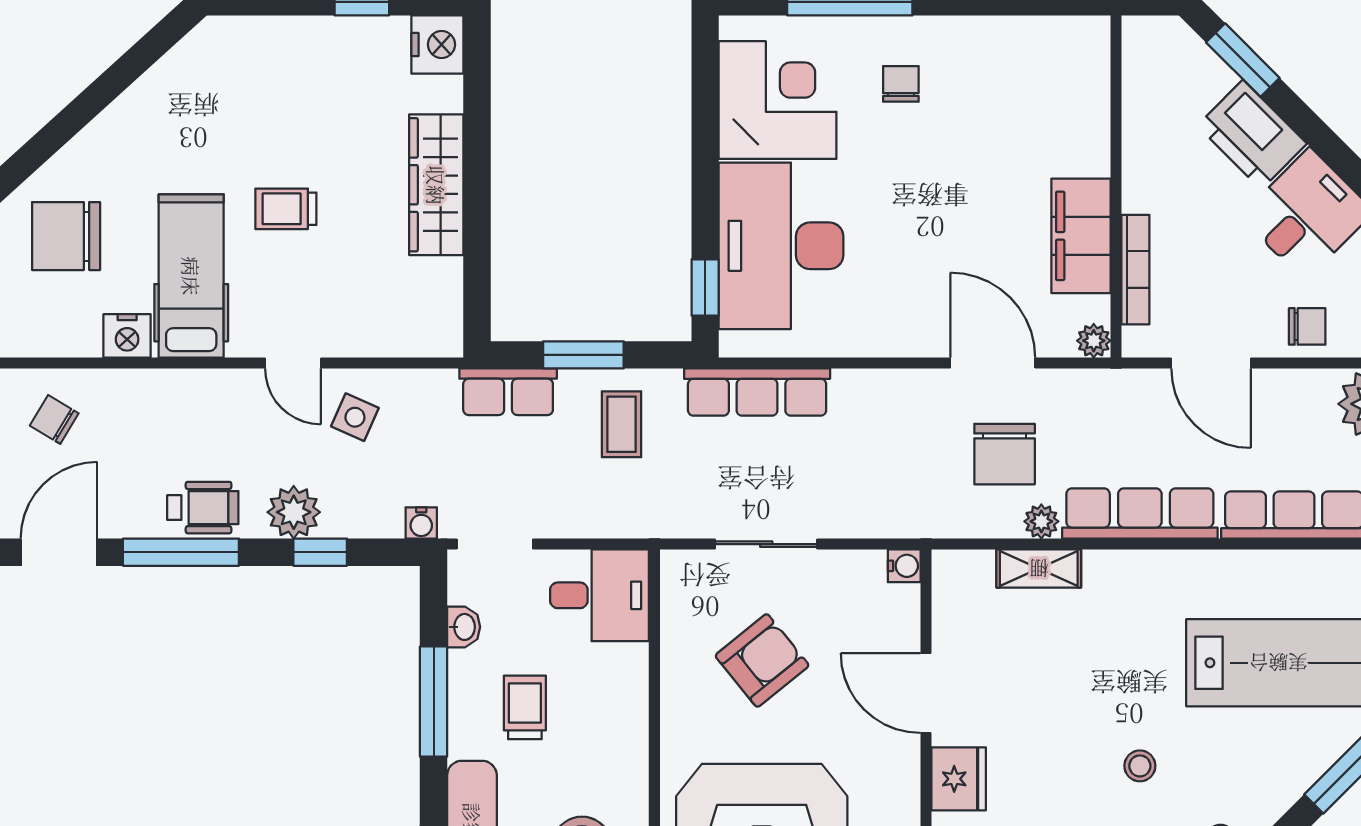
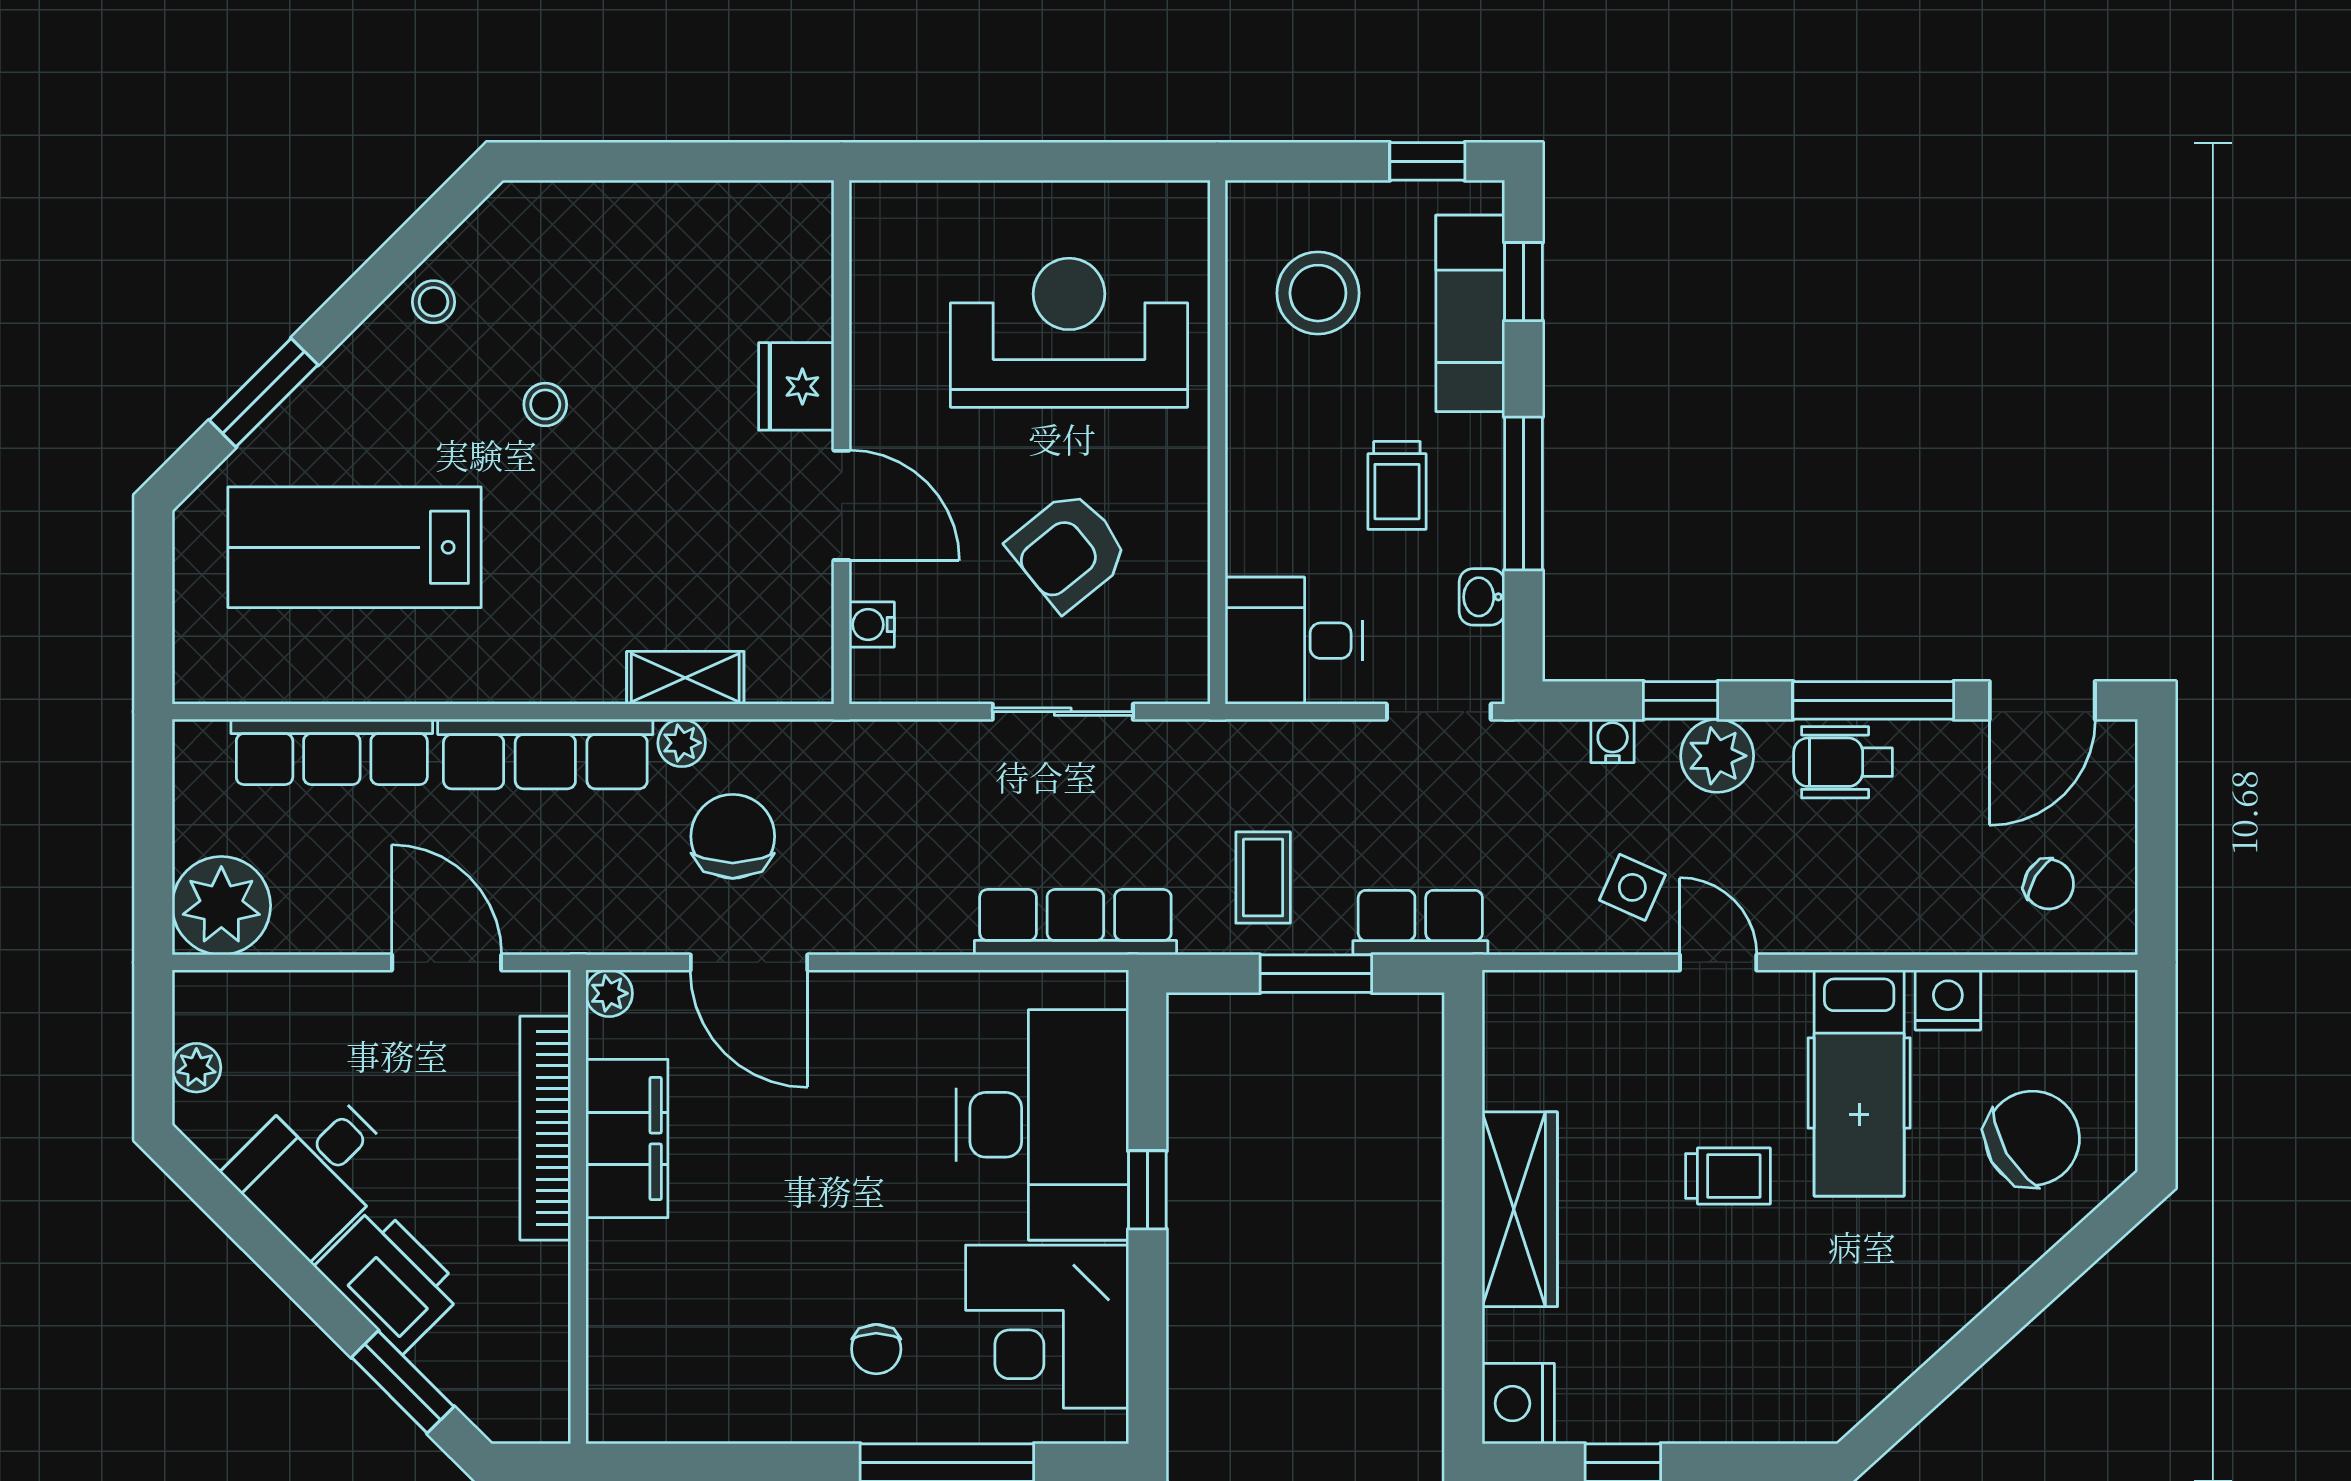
chair: (66, 236) -> (2032, 1138), turned -30
bookcase: (1135, 270) -> (545, 1128), width x1.48, depth x1.31
window: (705, 288) -> (1147, 1190), moved
chair: (1307, 326) -> (314, 1013), removed
water cooler: (421, 523) -> (1613, 741), moved
water cooler: (904, 566) -> (872, 625), moved

